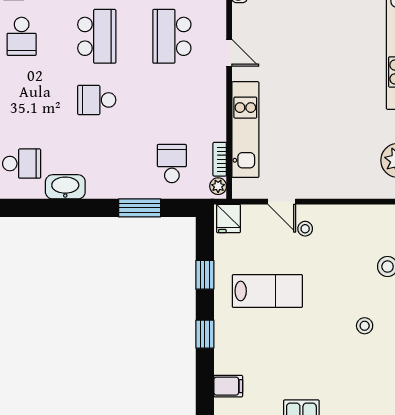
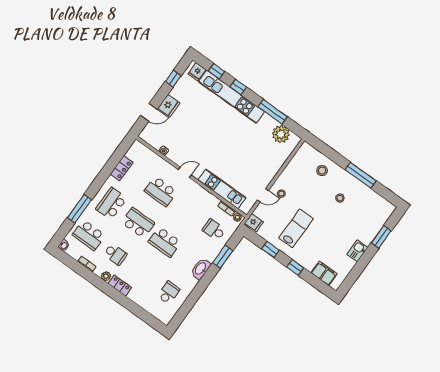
school desk: (97, 100) -> (165, 242), width x1.85
washbasin: (65, 187) -> (201, 269), moved
filing cabinet: (228, 386) -> (324, 273), width x2.00

